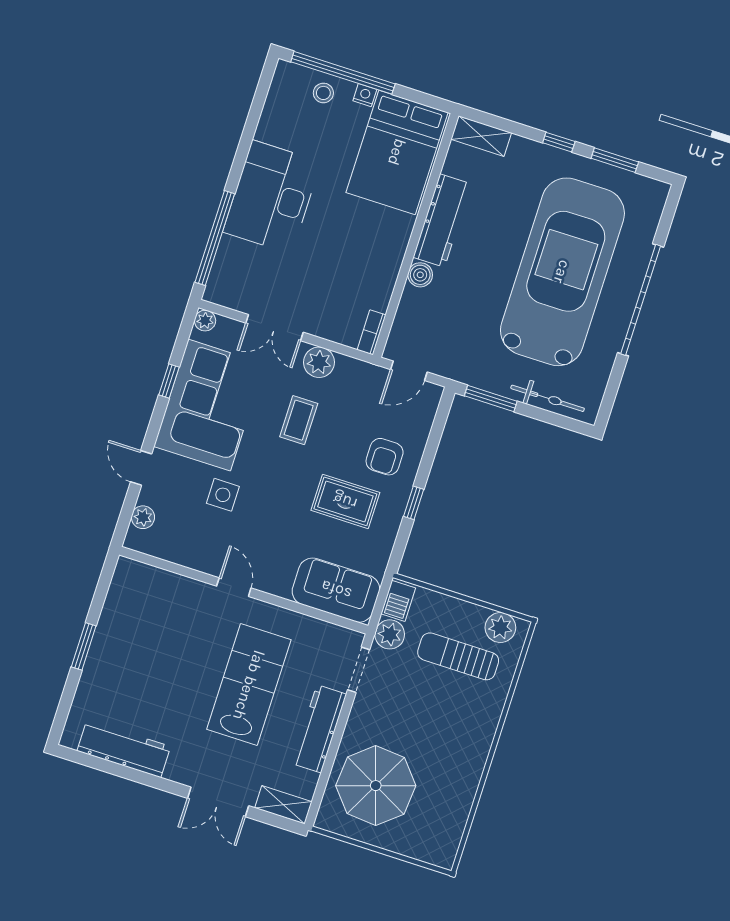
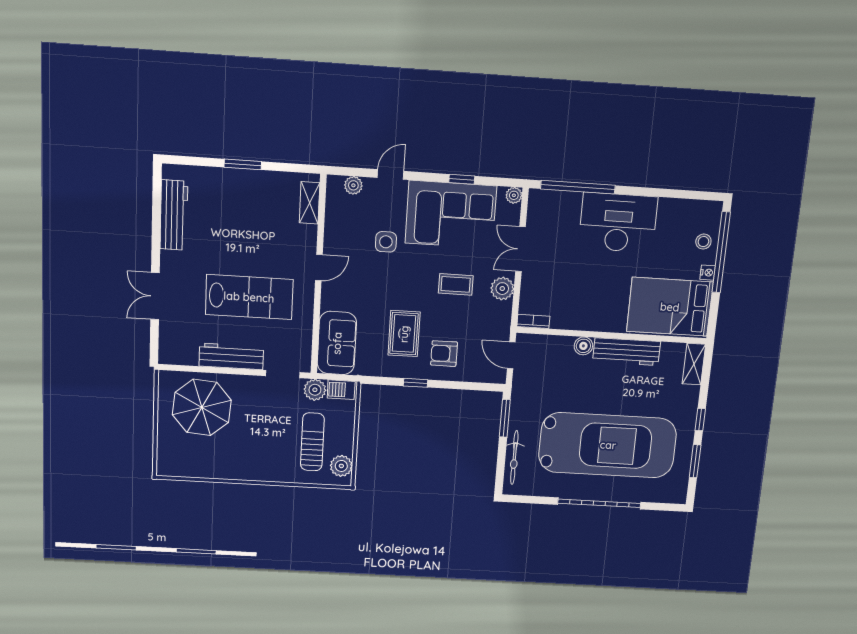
shelving: (283, 805) -> (310, 203), moved

